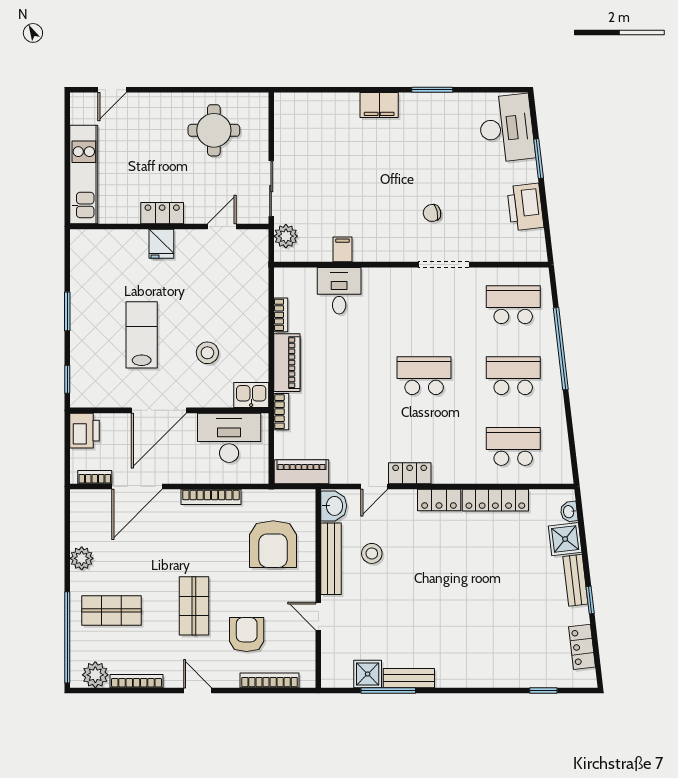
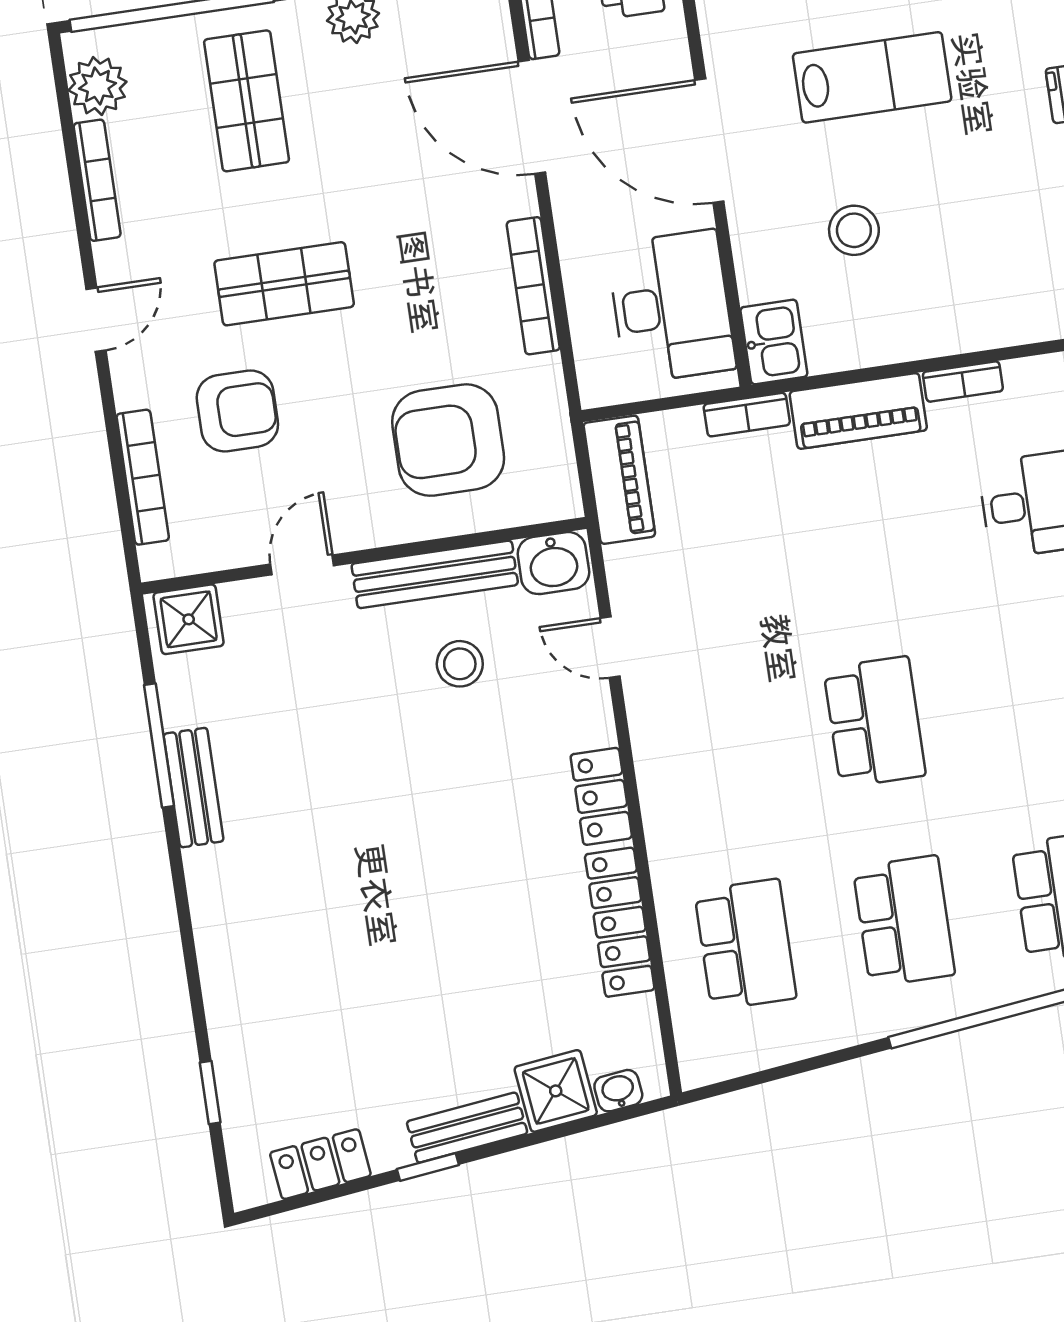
locker: (410, 473) -> (652, 722), removed
shower: (368, 674) -> (189, 619), moved

